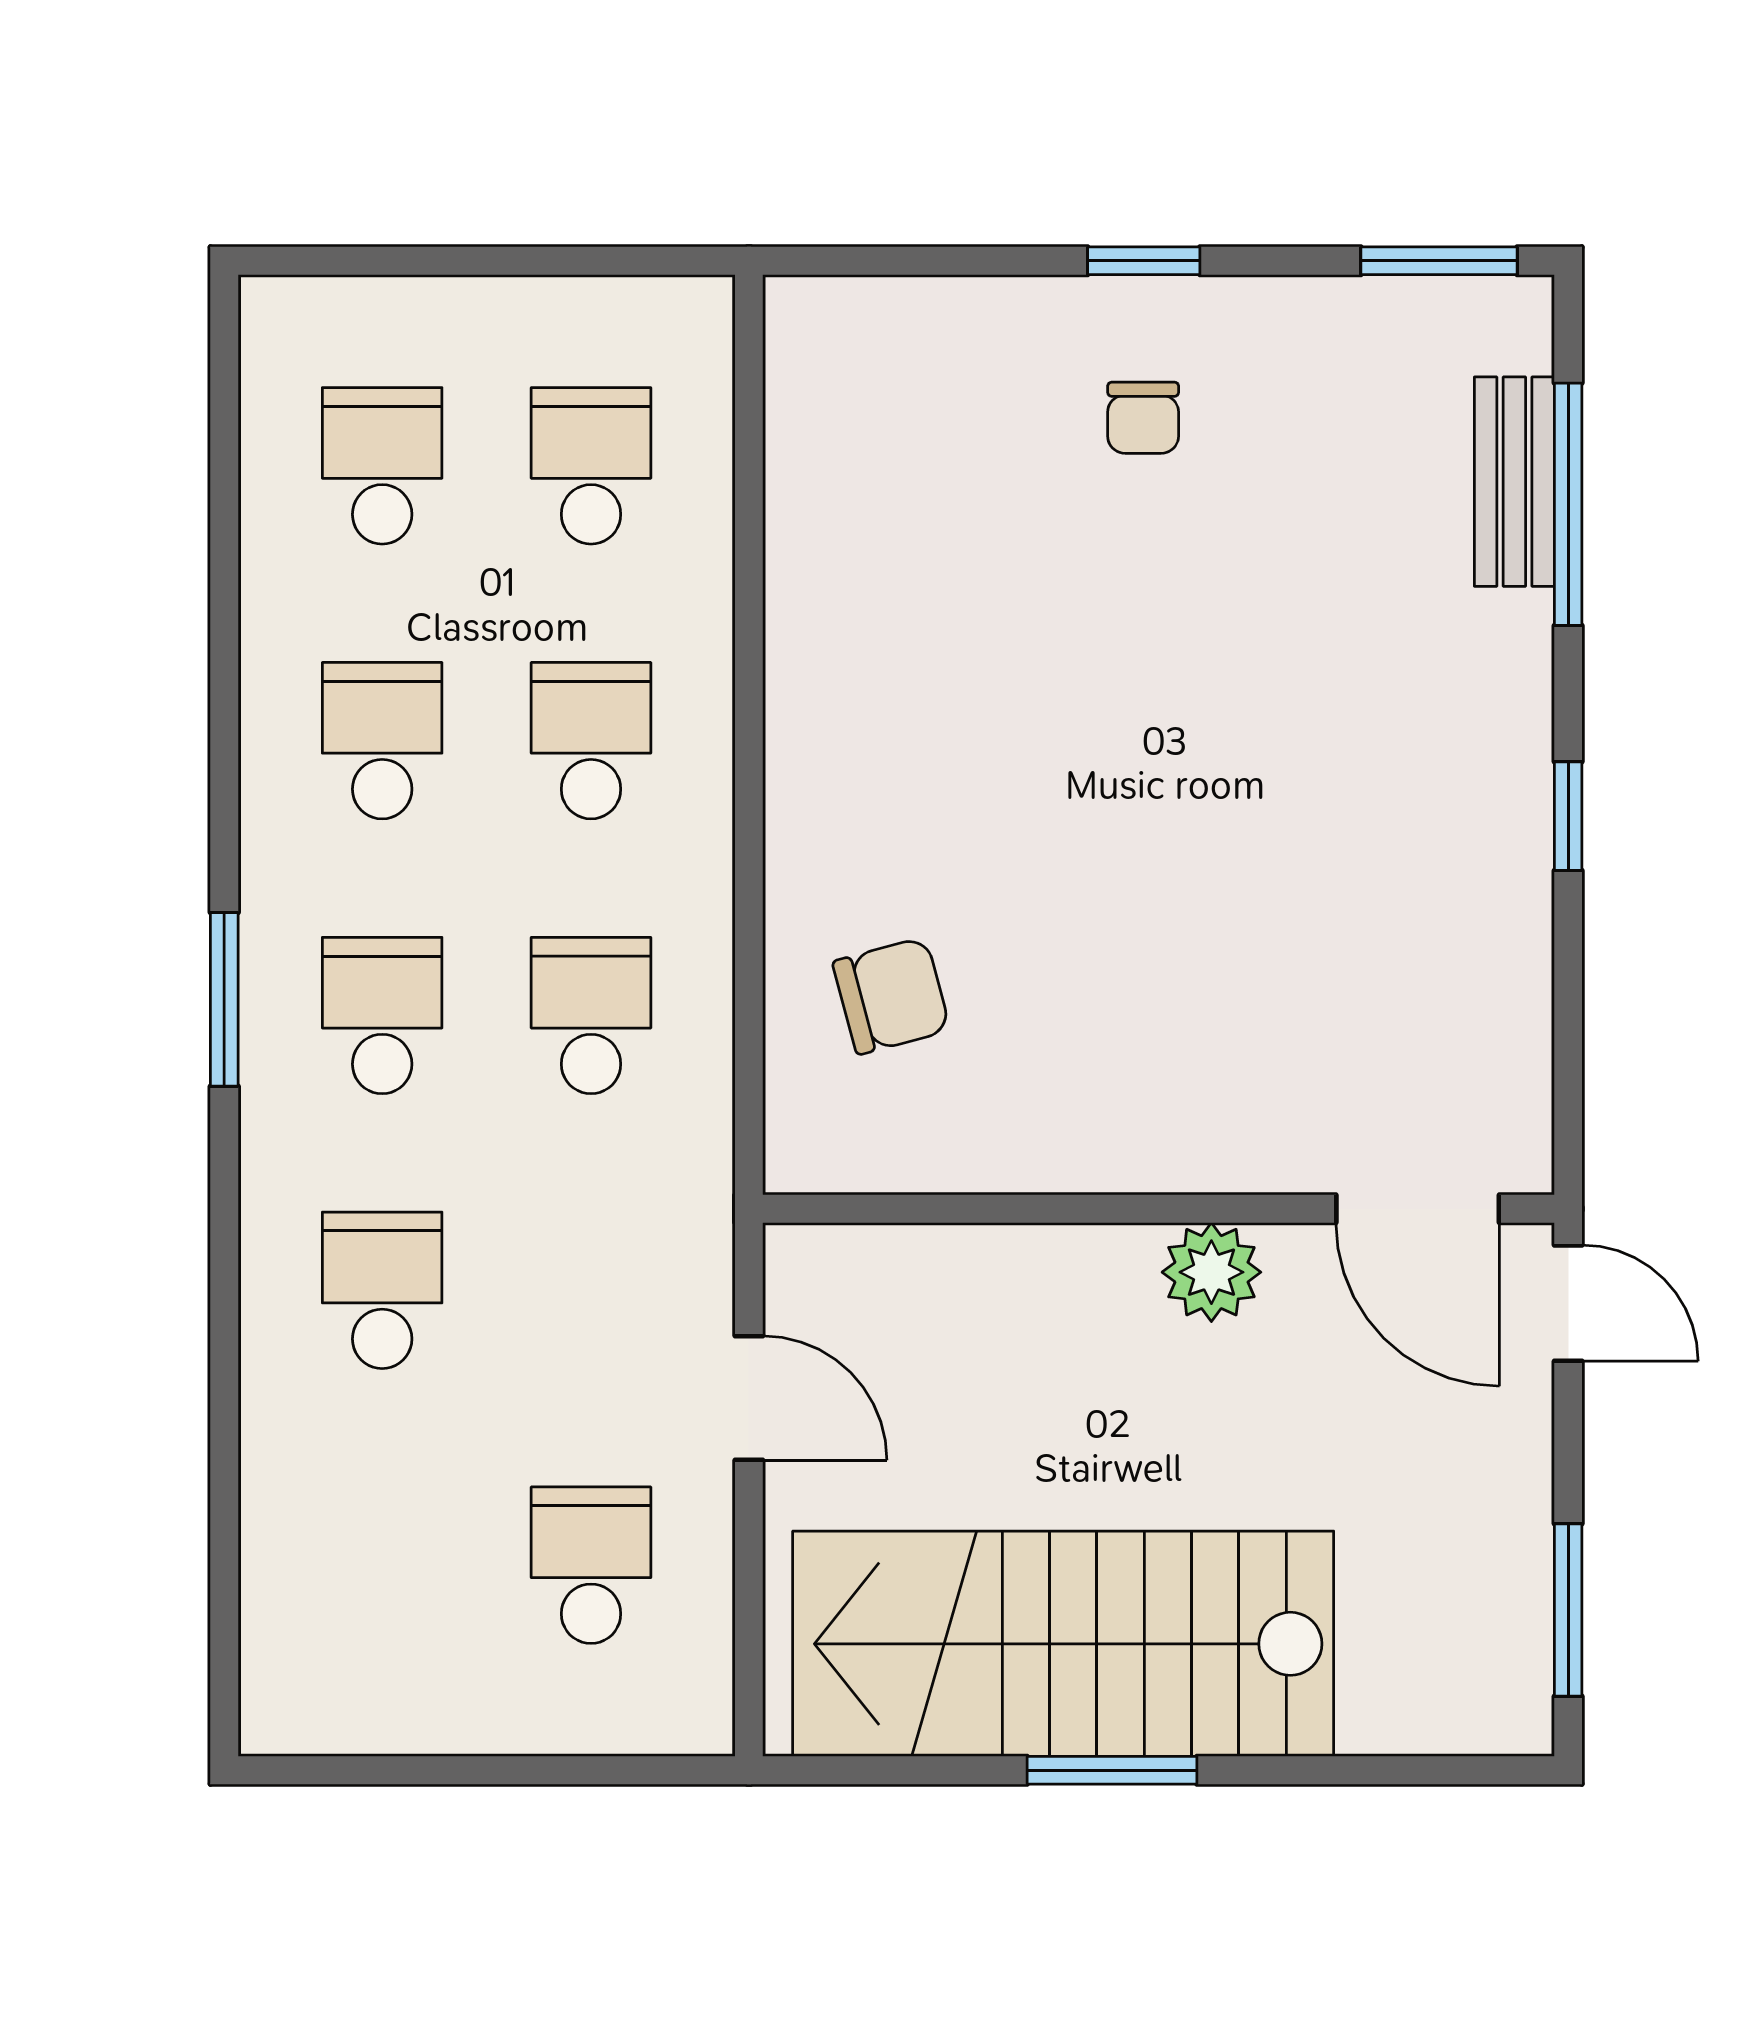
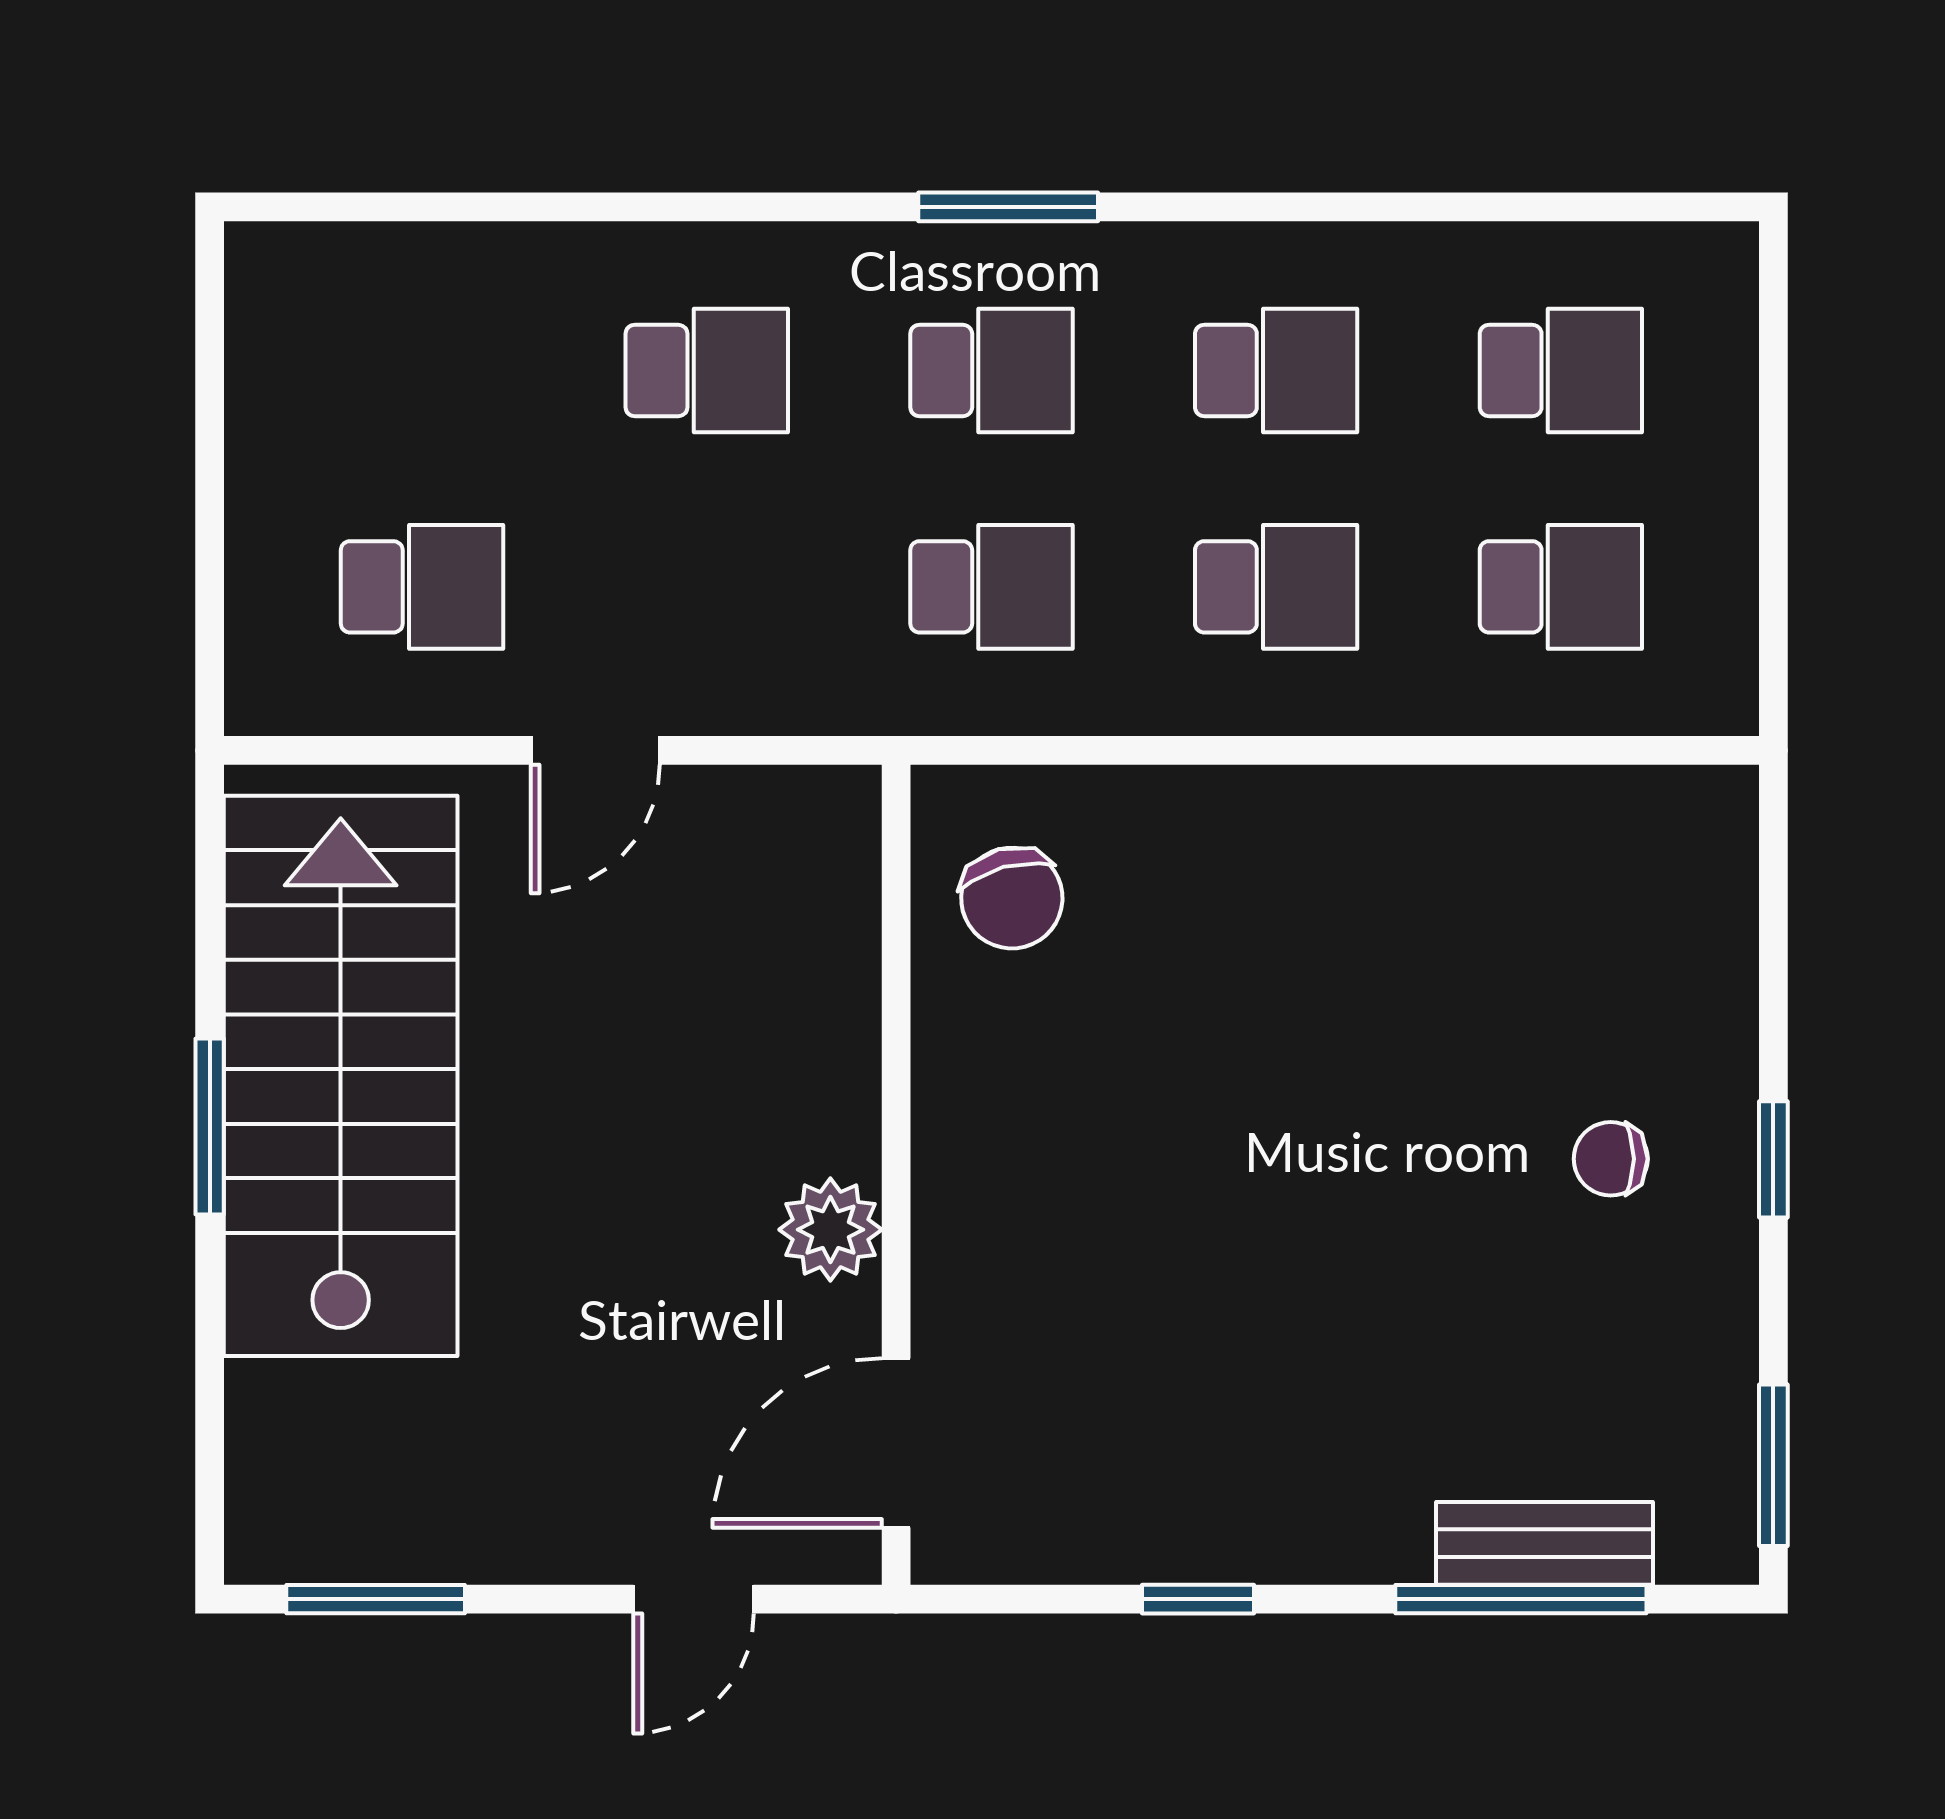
wall: (1159, 1209) -> (896, 1175), moved
door: (1418, 1209) -> (896, 1443), moved
plant: (1211, 1272) -> (830, 1230), moved

